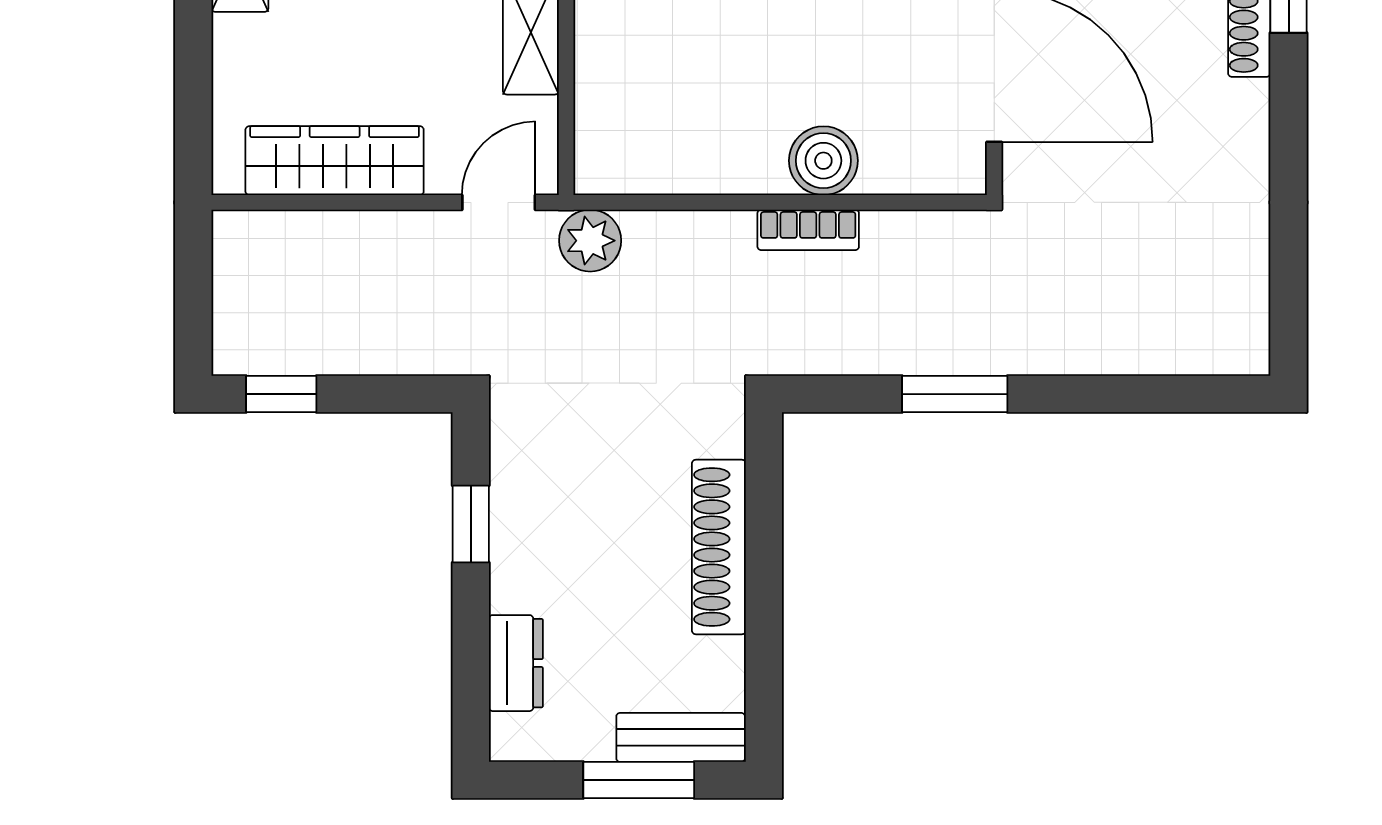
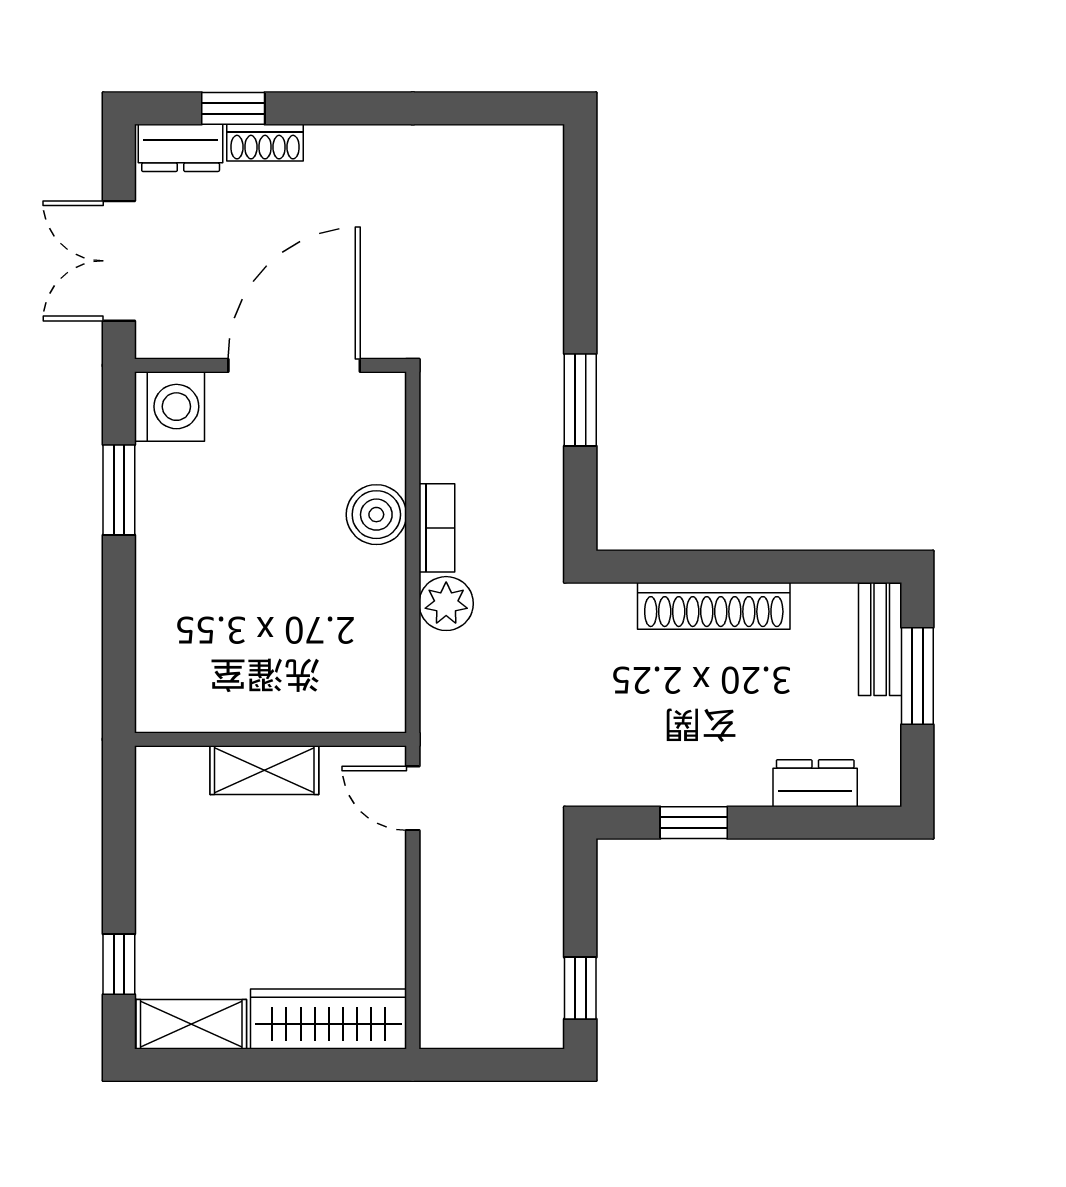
wardrobe: (335, 161) -> (329, 1019), moved, turned 90
plant: (590, 241) -> (446, 604), moved

